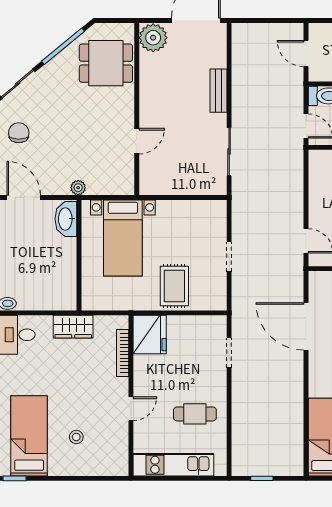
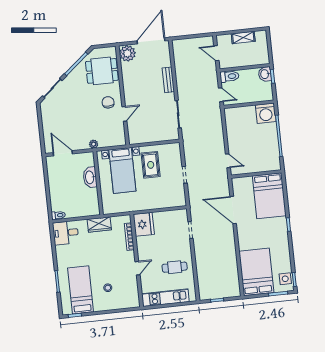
chair: (19, 133) -> (108, 102), moved
washbasin: (66, 219) -> (90, 177), moved
rug: (174, 286) -> (151, 165), moved

